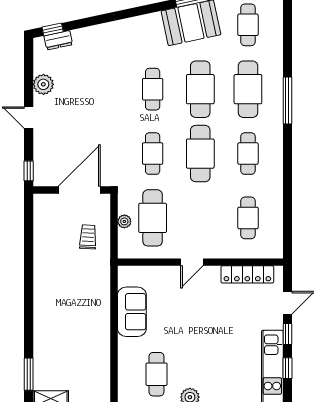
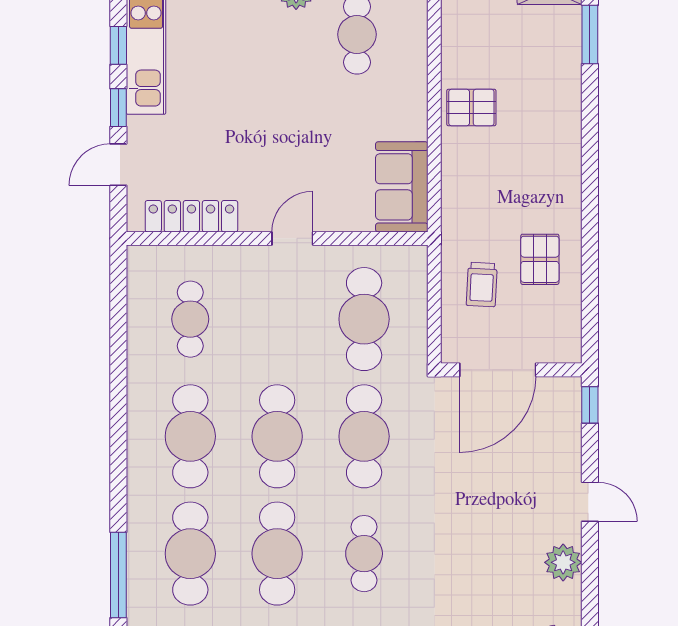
window: (287, 101) -> (118, 575), moved
cafe table: (153, 154) -> (364, 436), width x1.37, depth x1.35
cafe table: (248, 154) -> (190, 436), width x1.37, depth x1.35
plant: (124, 221) -> (416, 313), removed
pallet: (56, 251) -> (540, 259), added
sofa: (132, 312) -> (402, 187), moved
pallet: (94, 334) -> (471, 108), added

